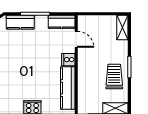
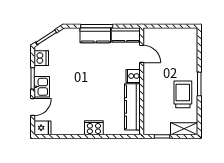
kitchen counter: (20, 22) -> (95, 35), moved
shelving: (122, 28) -> (192, 41), removed

